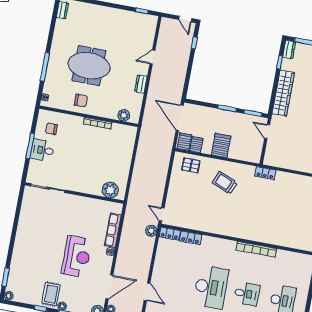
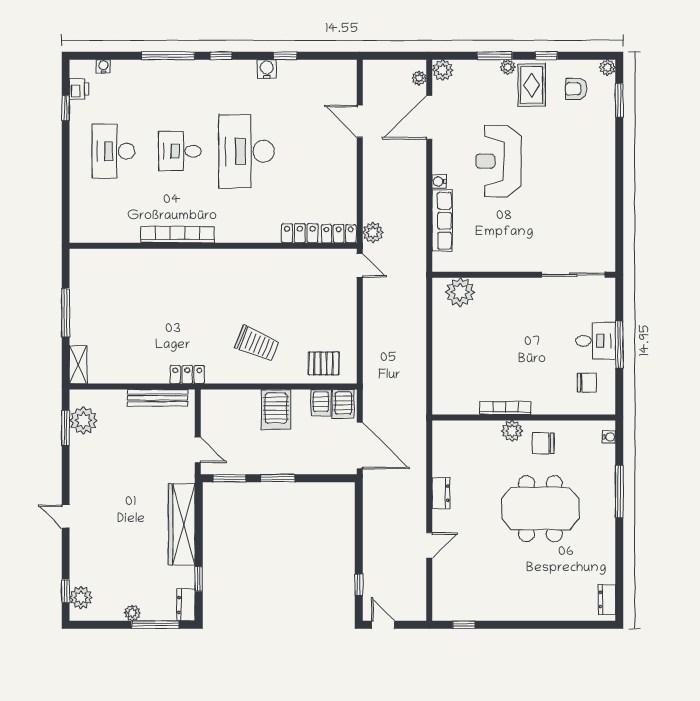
plant: (124, 115) -> (512, 431), moved
bench: (284, 164) -> (158, 398), added
armchair: (28, 288) -> (576, 89), added

